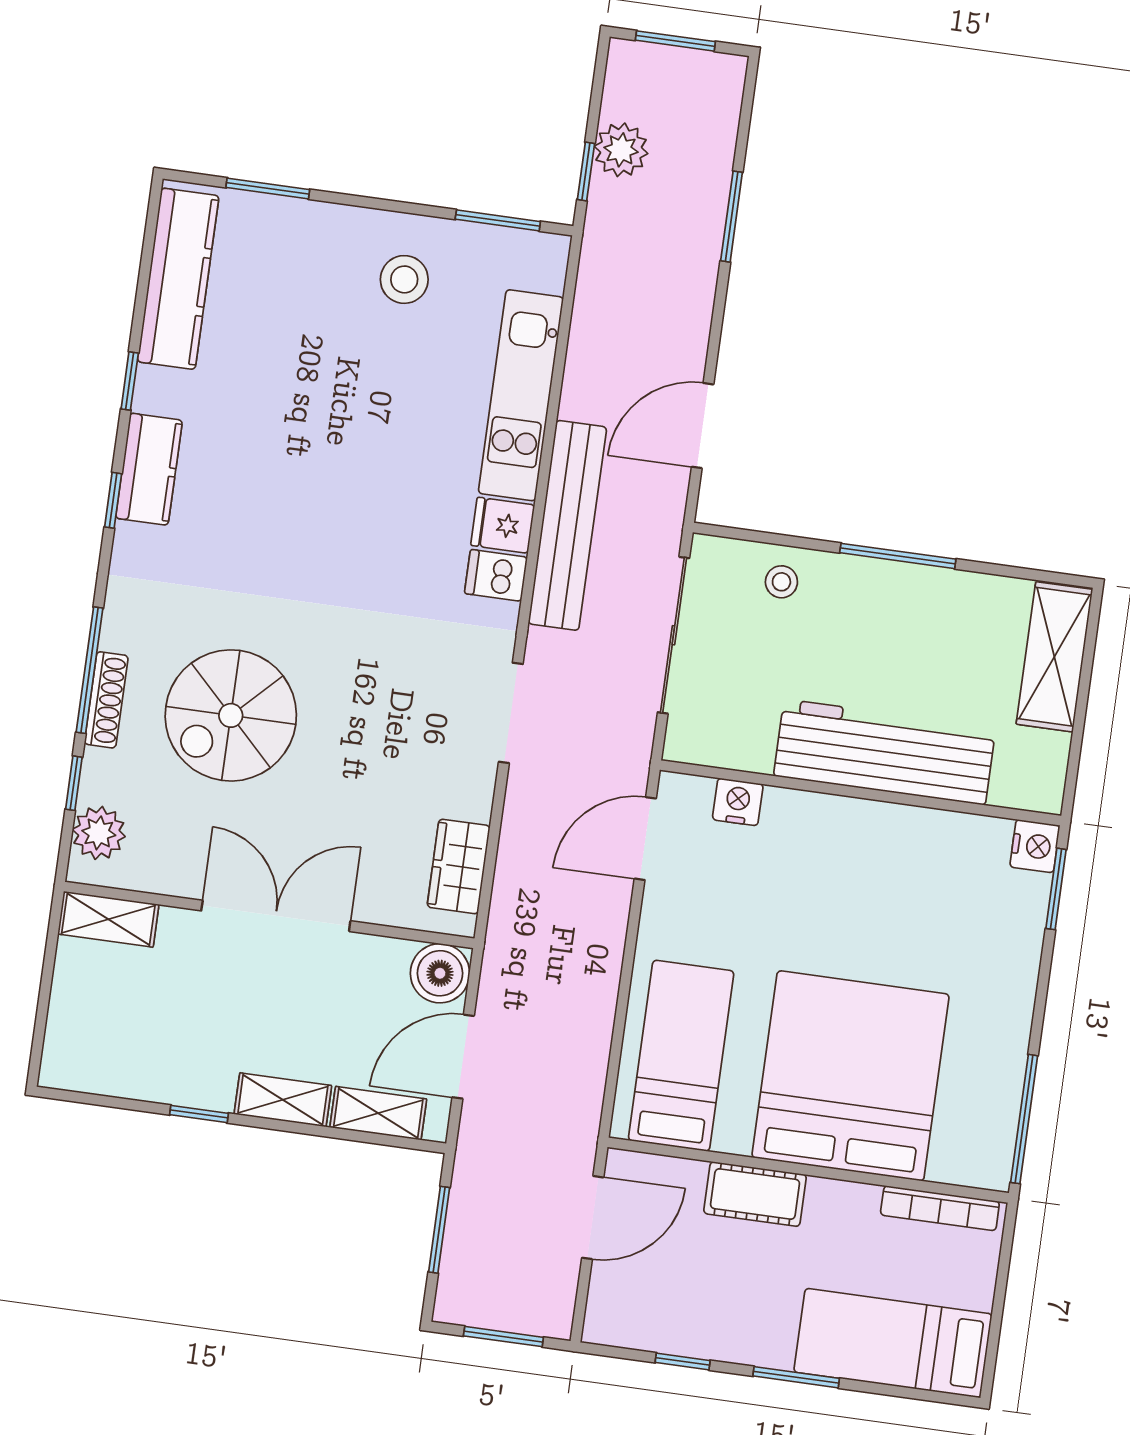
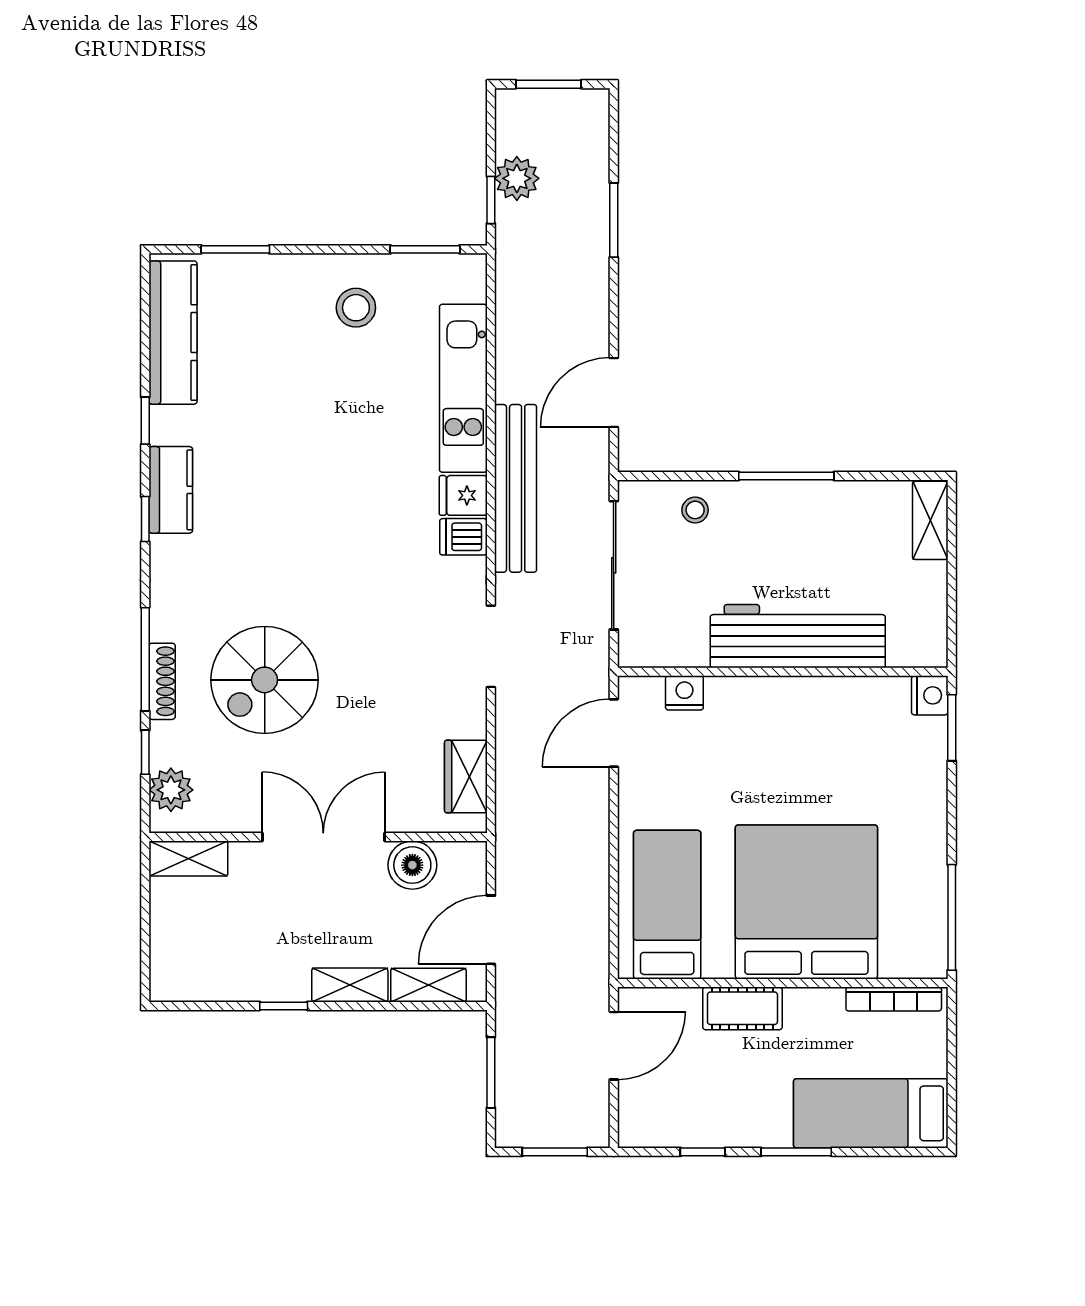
shelving: (1054, 657) -> (930, 520), width x0.67, depth x0.75
boiler: (440, 973) -> (412, 865), moved

